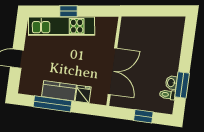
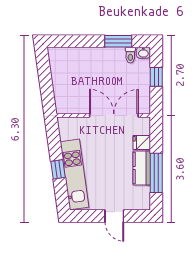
washbasin: (171, 83) -> (143, 53), moved

